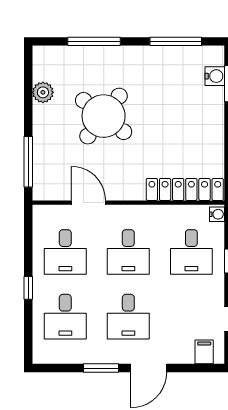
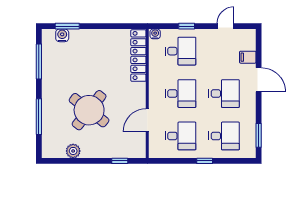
window: (28, 162) -> (120, 161), width x0.46
filing cabinet: (204, 352) -> (248, 57), moved
window: (101, 368) -> (259, 135), moved

